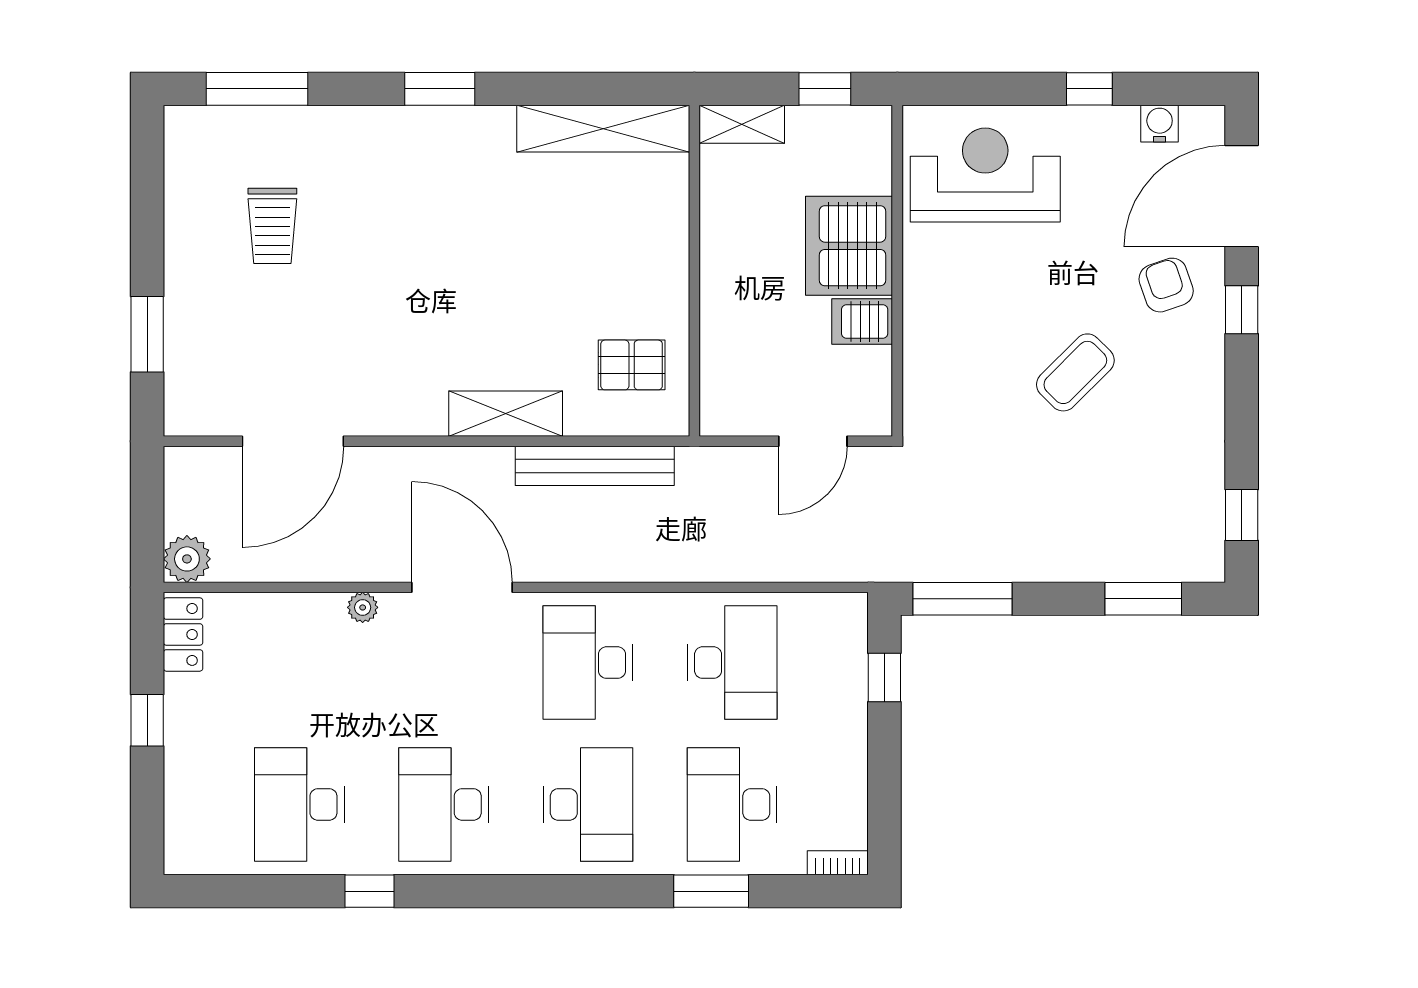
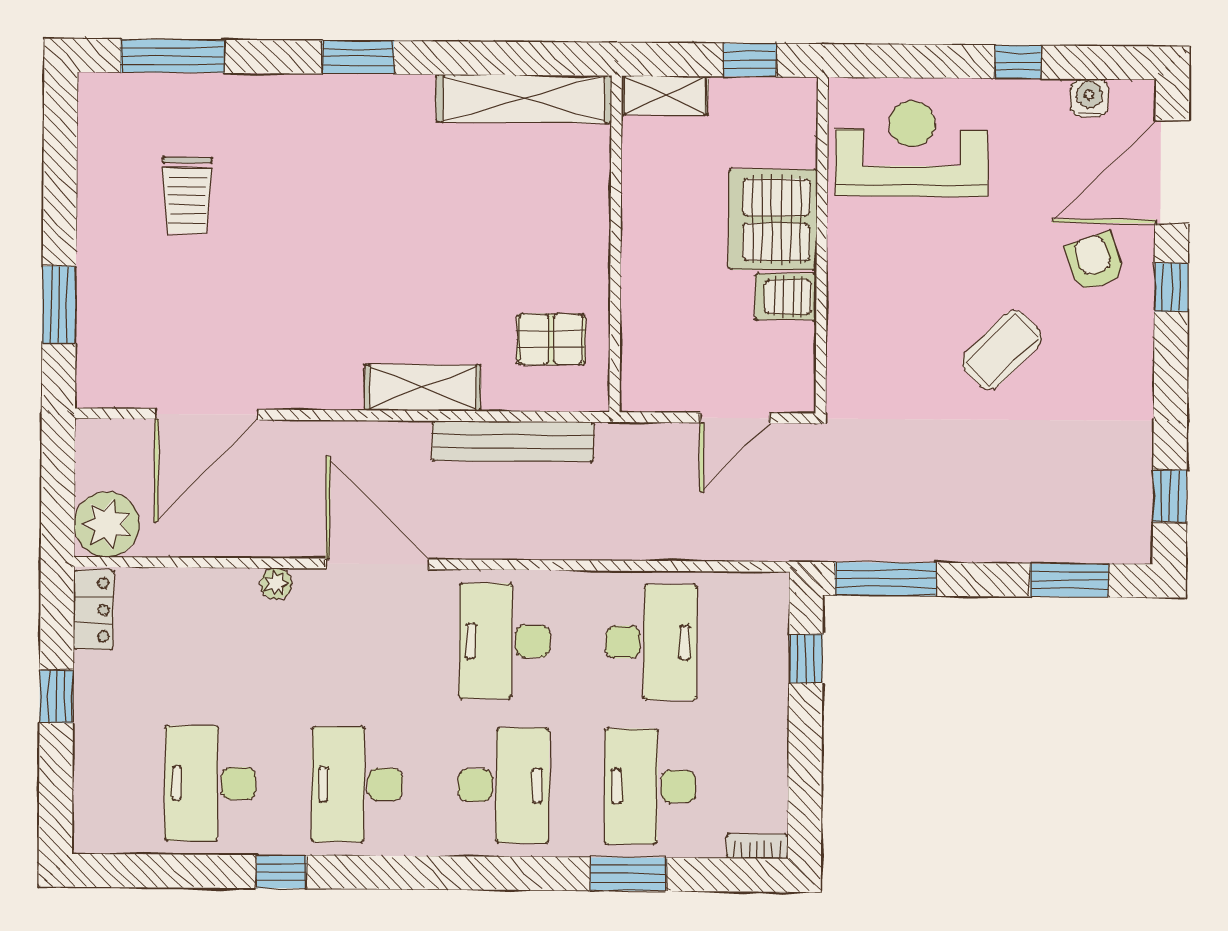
plant: (187, 559) -> (107, 524), width x1.36, depth x1.36

